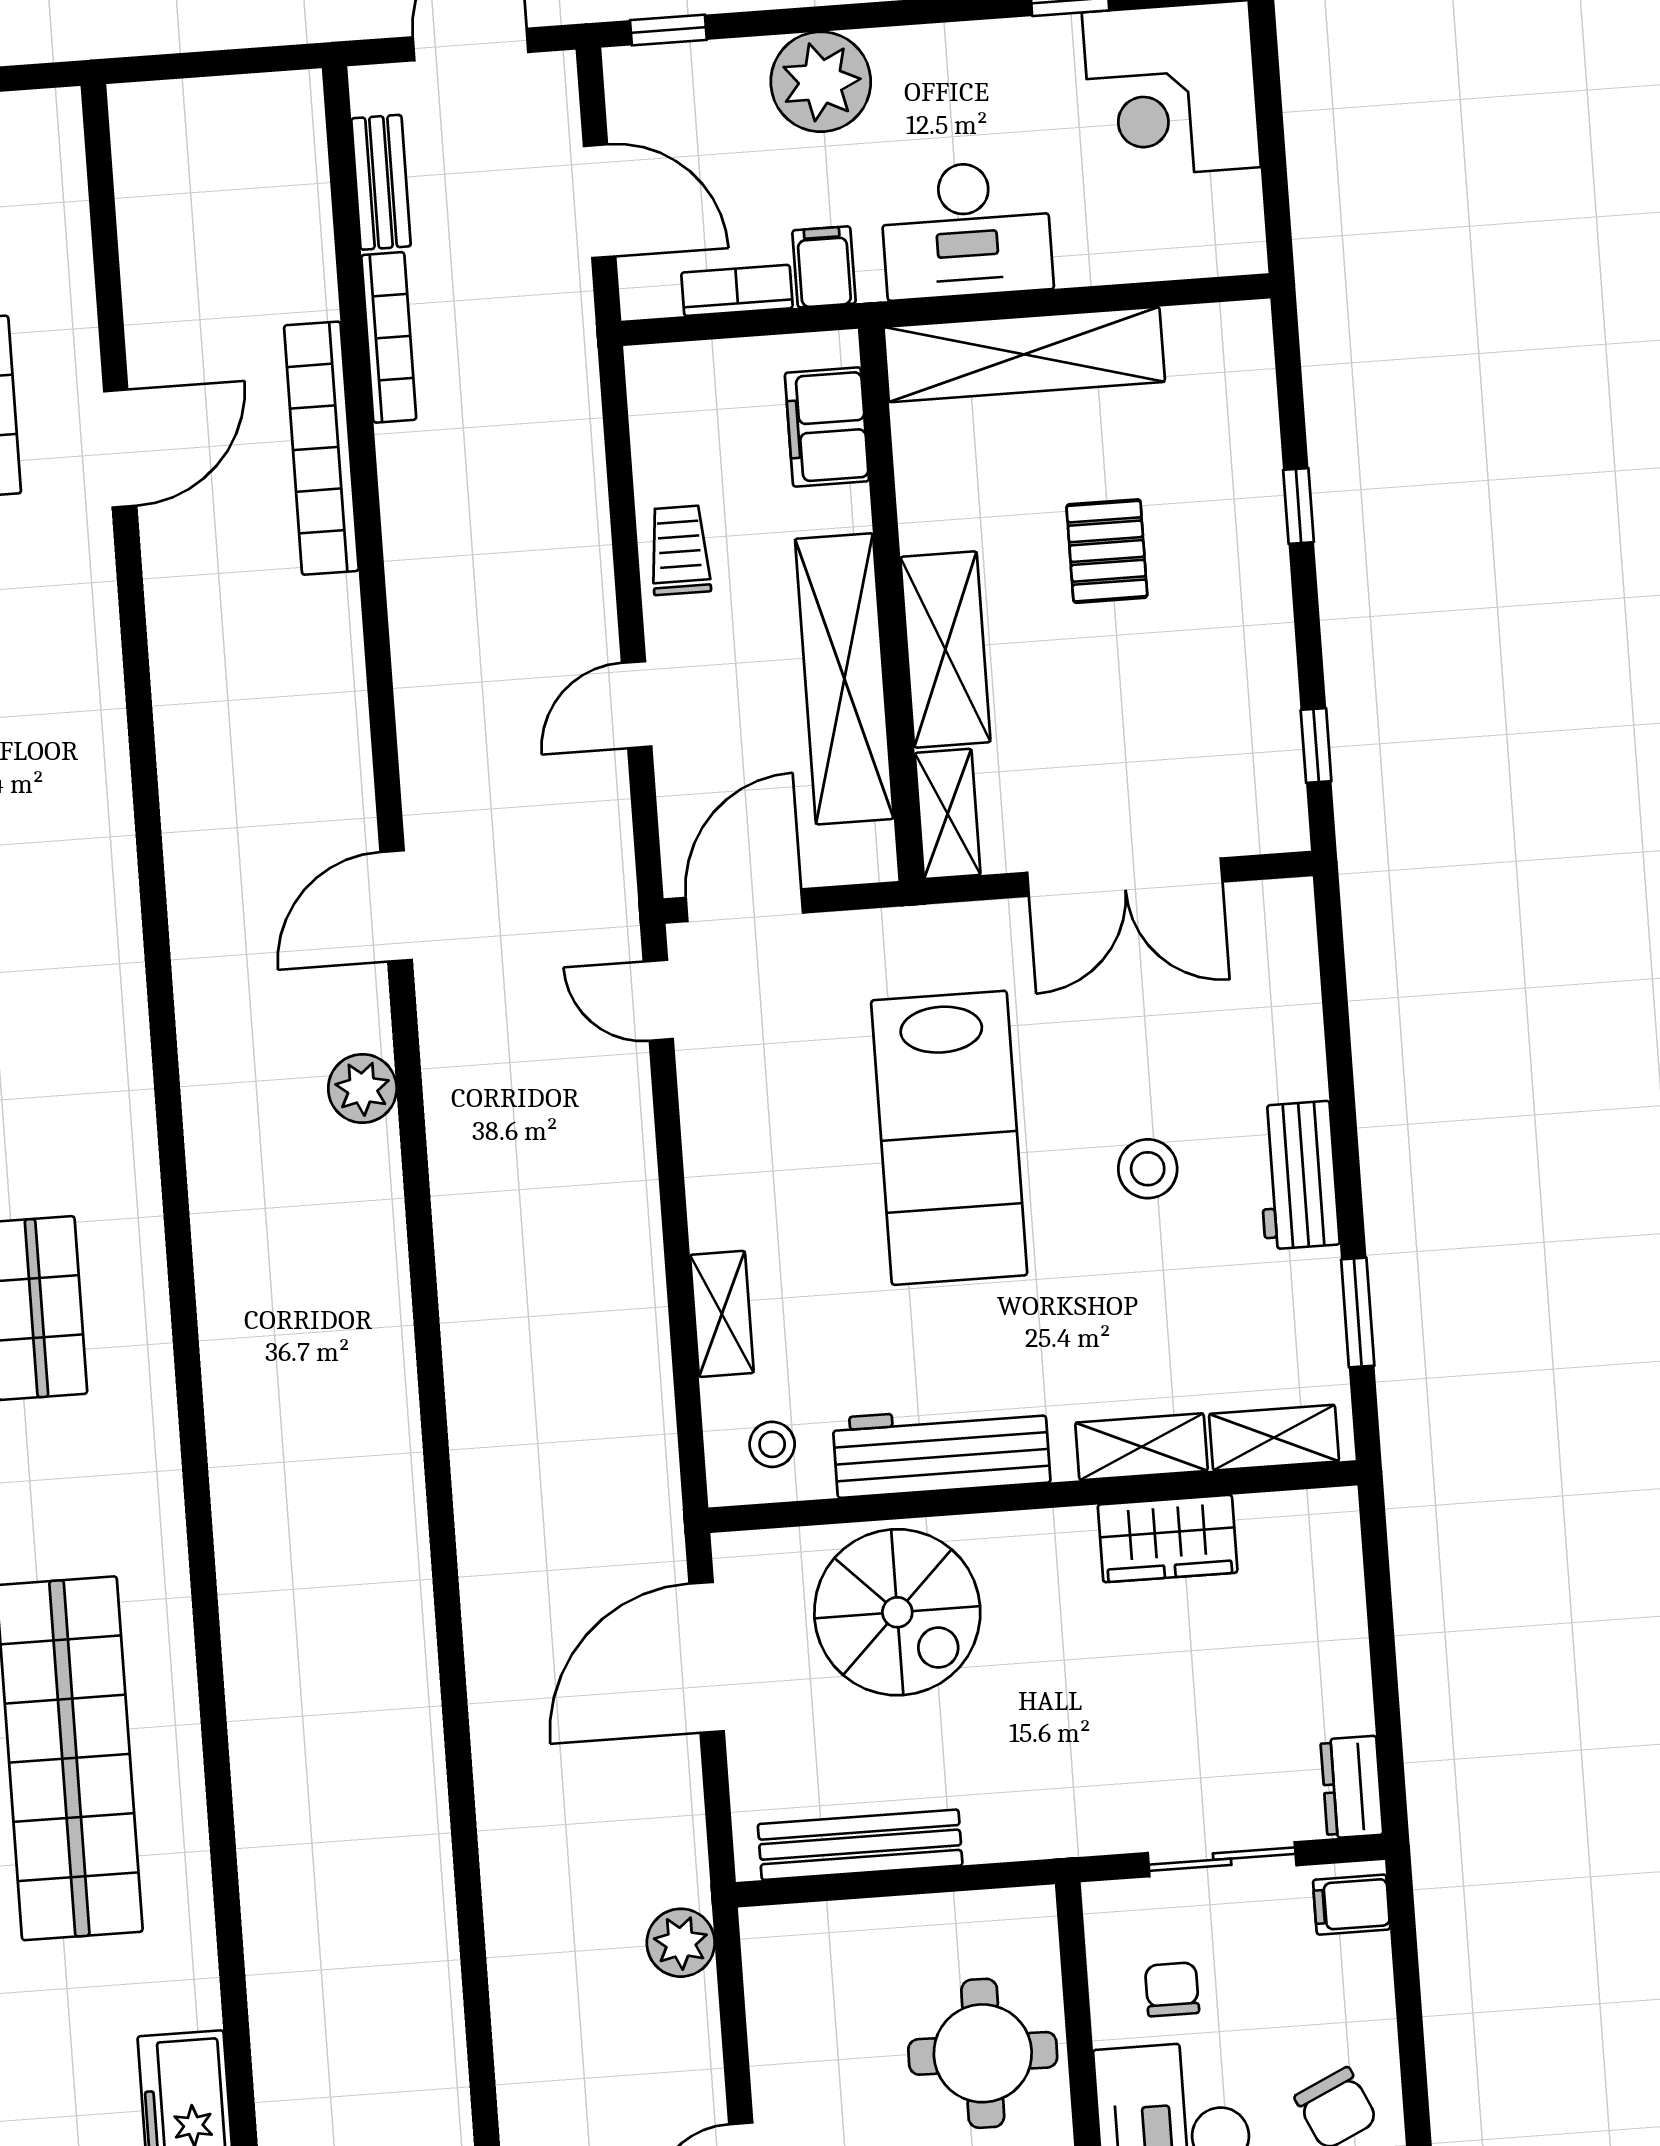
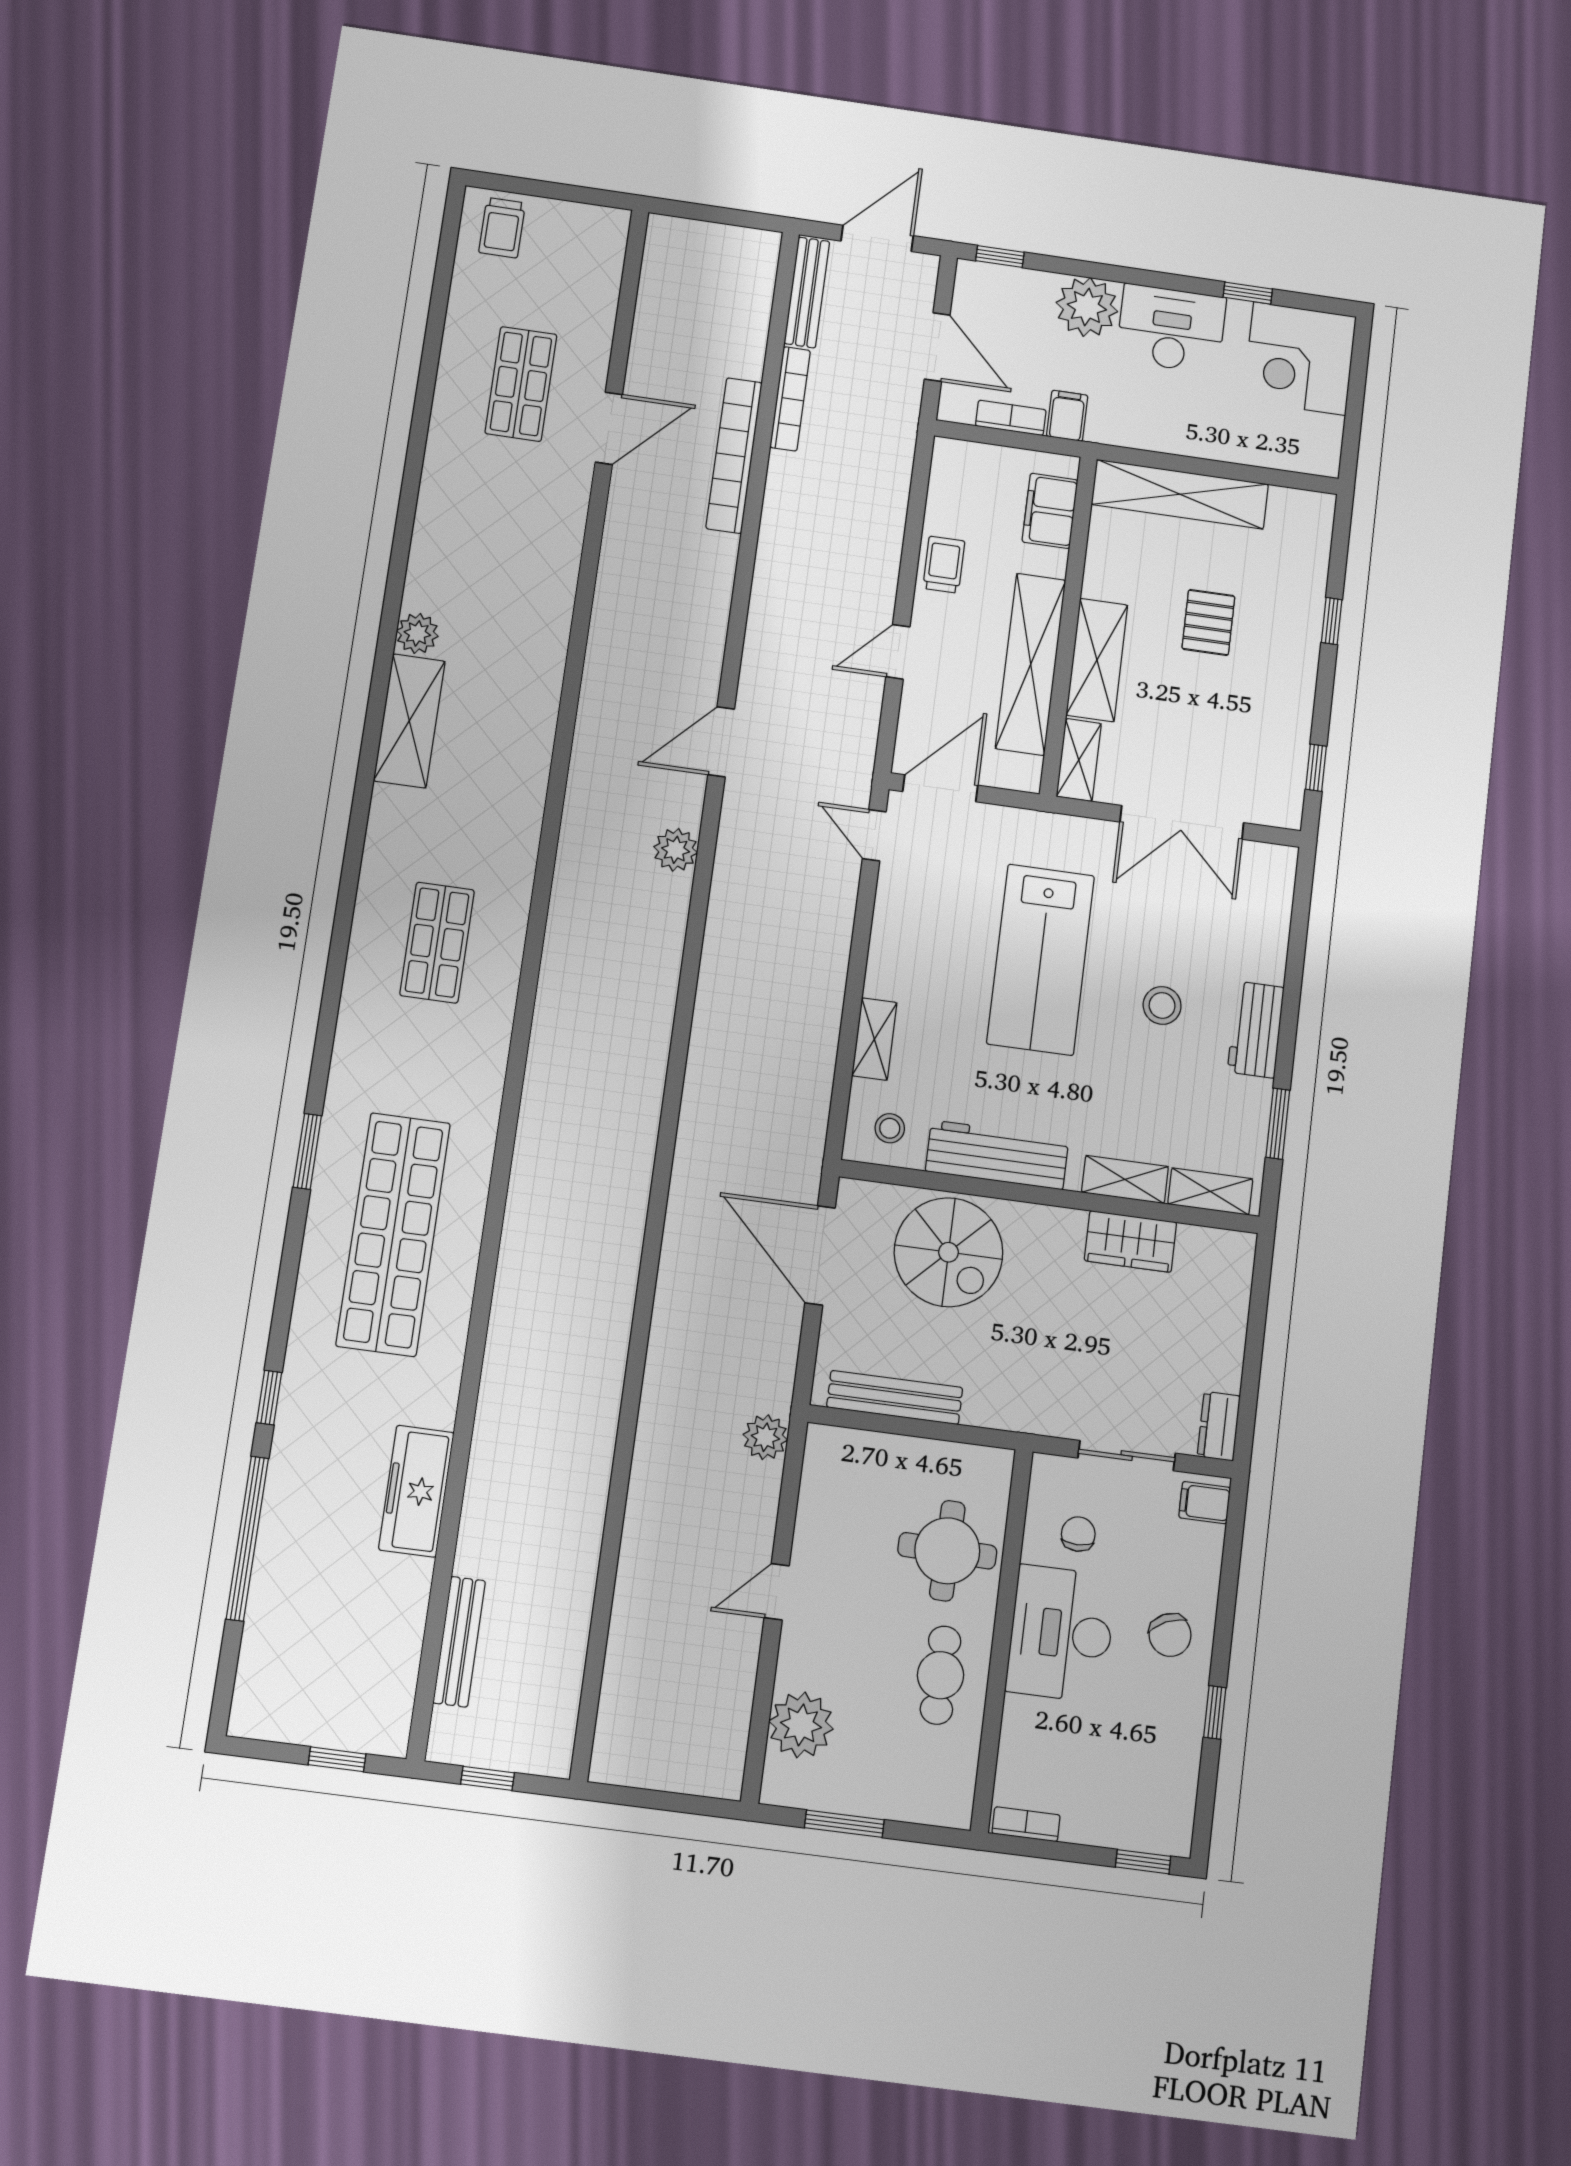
bench: (381, 182) -> (807, 292), width x1.36
desk: (966, 230) -> (1171, 329), moved, turned 180
door: (707, 1657) -> (820, 1255), hinge flipped

